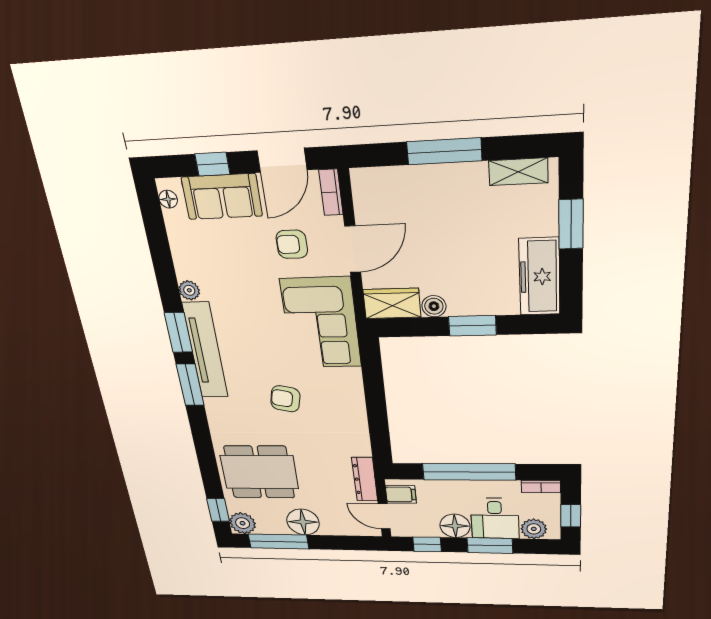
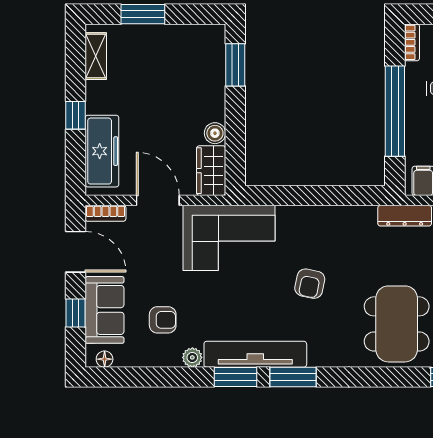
window: (444, 151) -> (76, 115), width x0.46
armchair: (292, 244) -> (163, 320), moved, turned -90
freezer: (539, 277) -> (102, 151), moved, turned -90
window: (472, 326) -> (235, 65), moved

